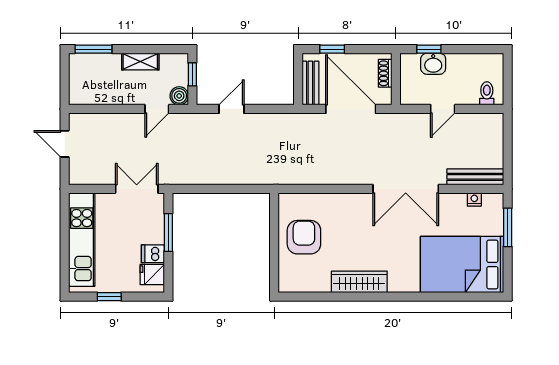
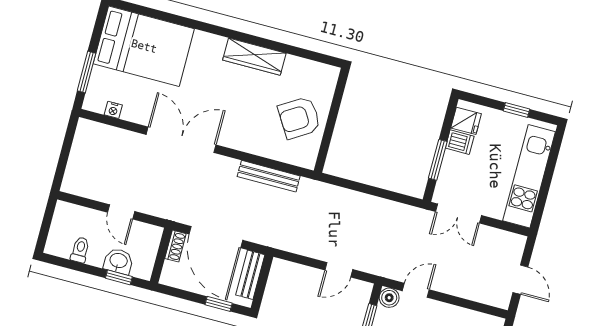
shoe rack: (385, 73) -> (175, 246), moved
toilet: (487, 93) -> (80, 250), moved, turned 180
door: (443, 109) -> (121, 212), swing flipped
bench: (475, 177) -> (269, 176), moved
armchair: (304, 237) -> (299, 118), turned 58

